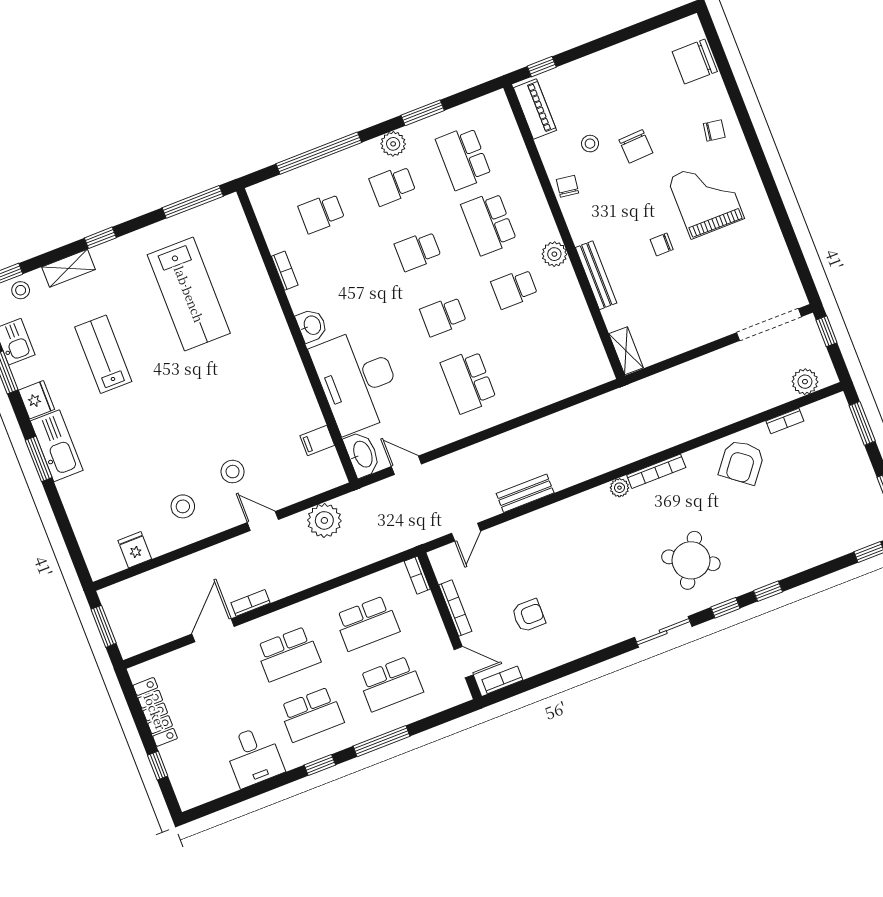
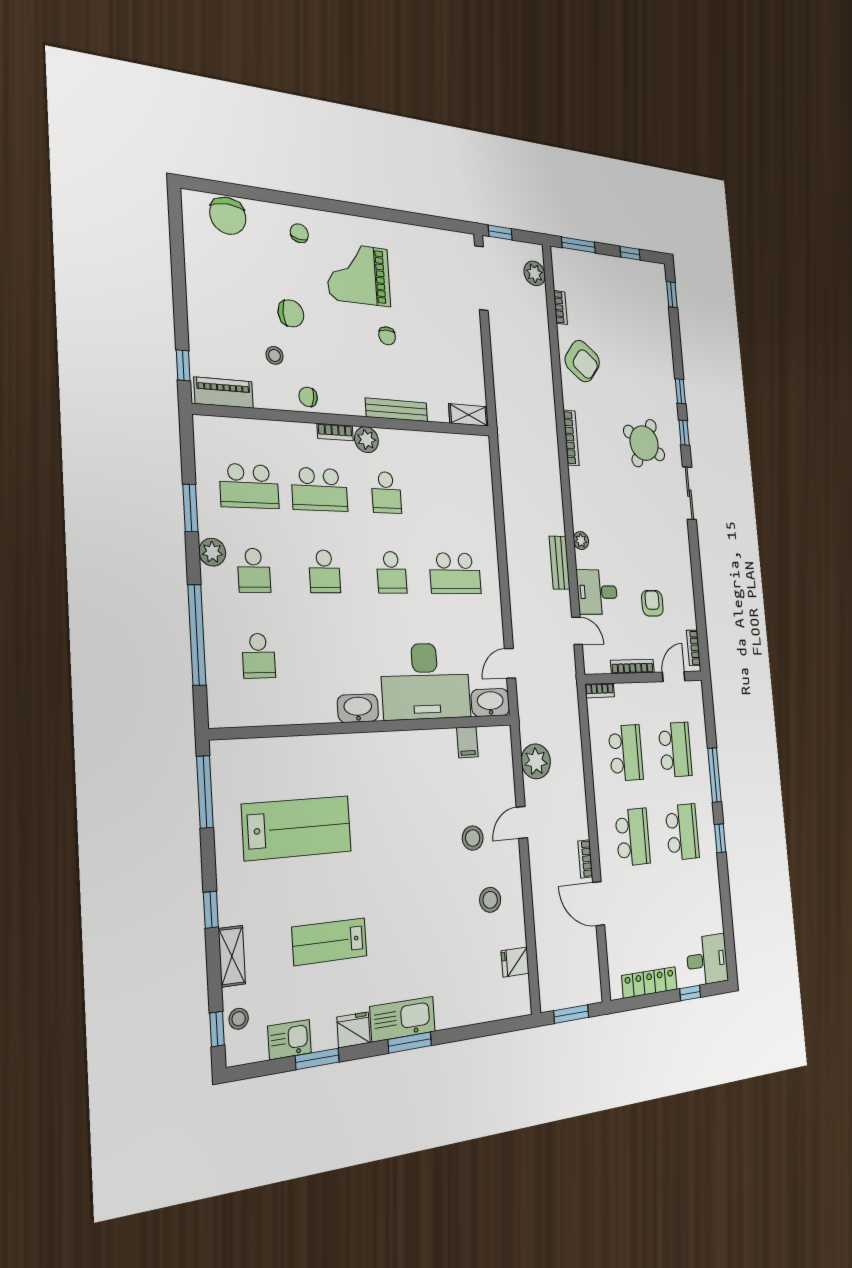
bookcase: (285, 271) -> (335, 432), moved, turned 180
washbasin: (312, 325) -> (358, 708), width x1.38
plant: (619, 488) -> (581, 541), moved
desk: (514, 545) -> (597, 592), added
desk: (254, 756) -> (707, 960), moved

